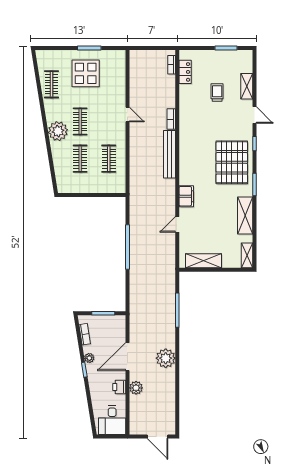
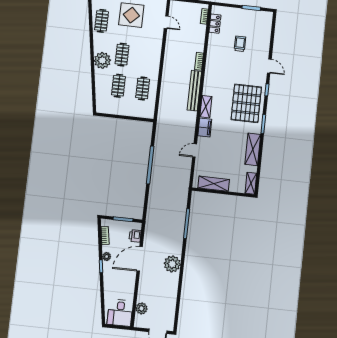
shelving: (247, 86) -> (206, 107), moved
door: (127, 114) -> (166, 22), moved
printer: (119, 387) -> (135, 236), moved
plant: (136, 388) -> (141, 308), moved

